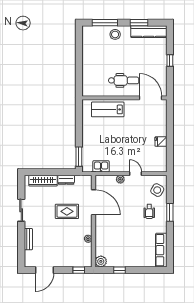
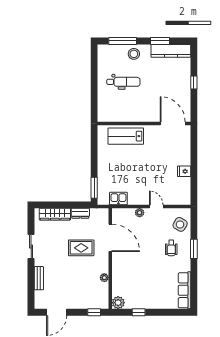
dental chair: (124, 80) -> (123, 82), moved

